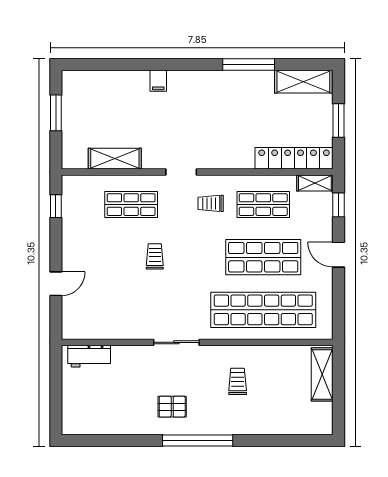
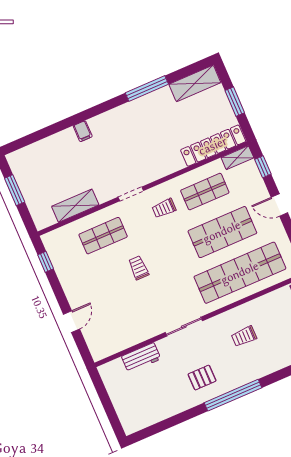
workbench: (89, 356) -> (141, 358), moved
trolley: (238, 381) -> (244, 336), turned -90

